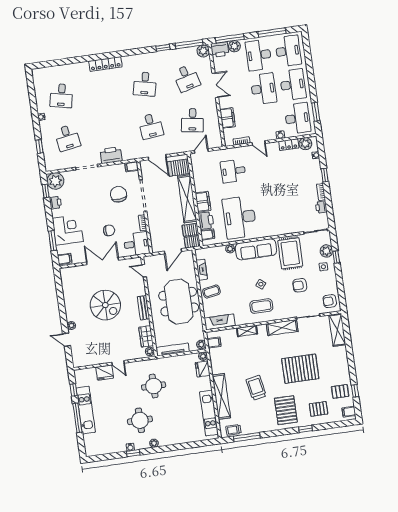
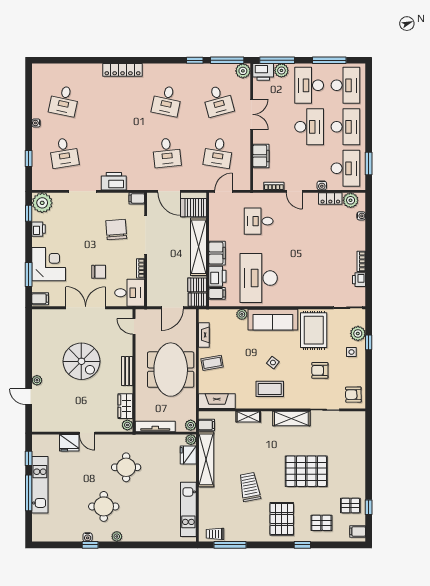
window: (325, 175) -> (369, 242), removed
shelving: (337, 330) -> (358, 431), removed
shelving: (221, 396) -> (206, 459), moved

